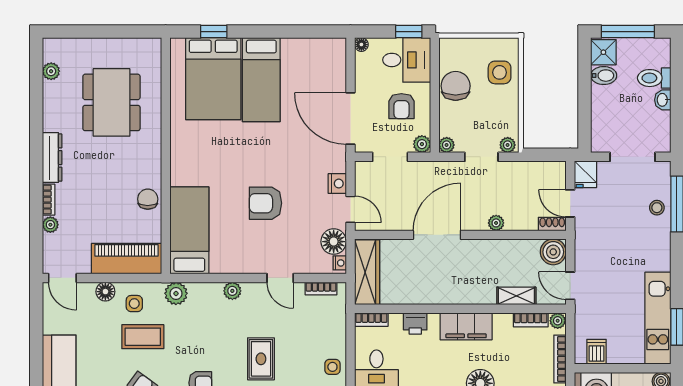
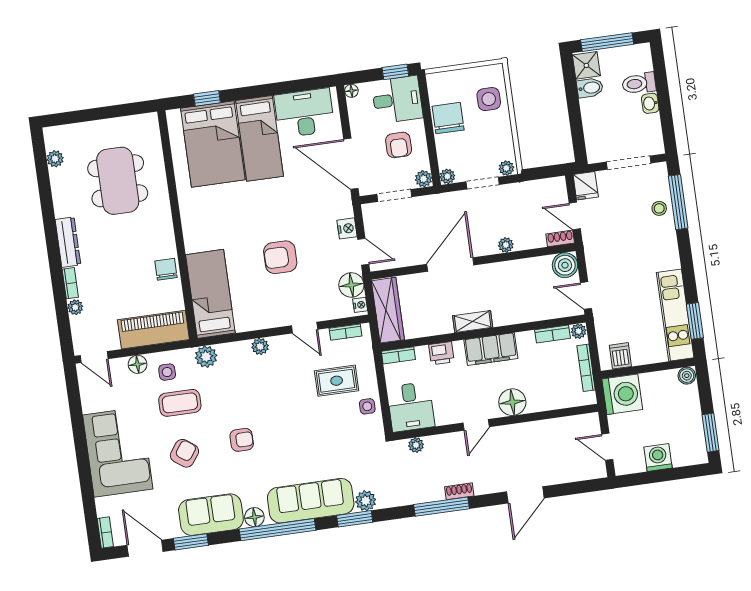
desk: (311, 60) -> (304, 113), added
shelving: (516, 296) -> (473, 322), moved
rug: (261, 359) -> (337, 381), moved, turned 90

